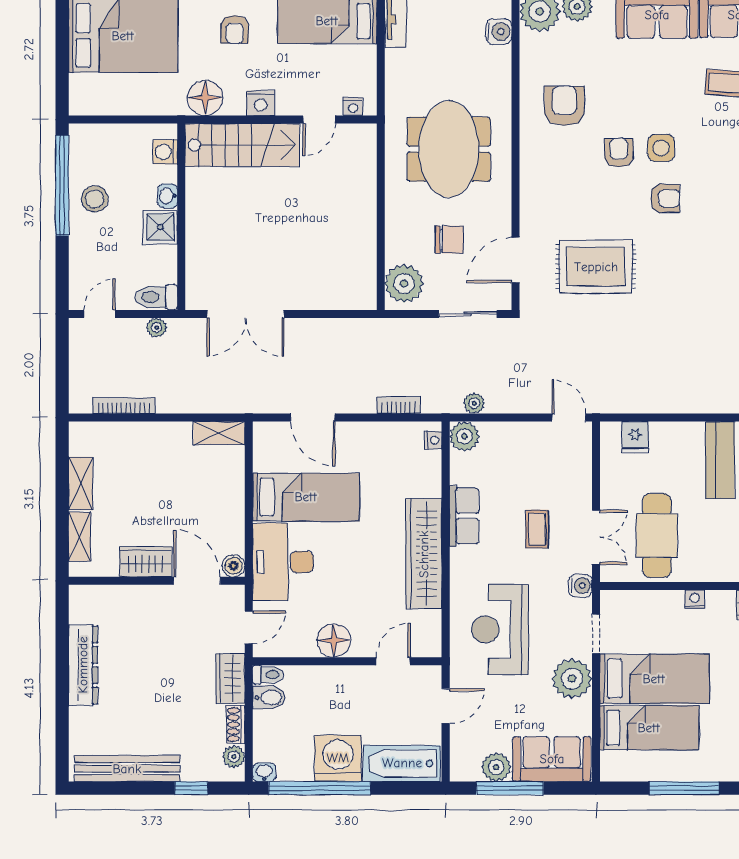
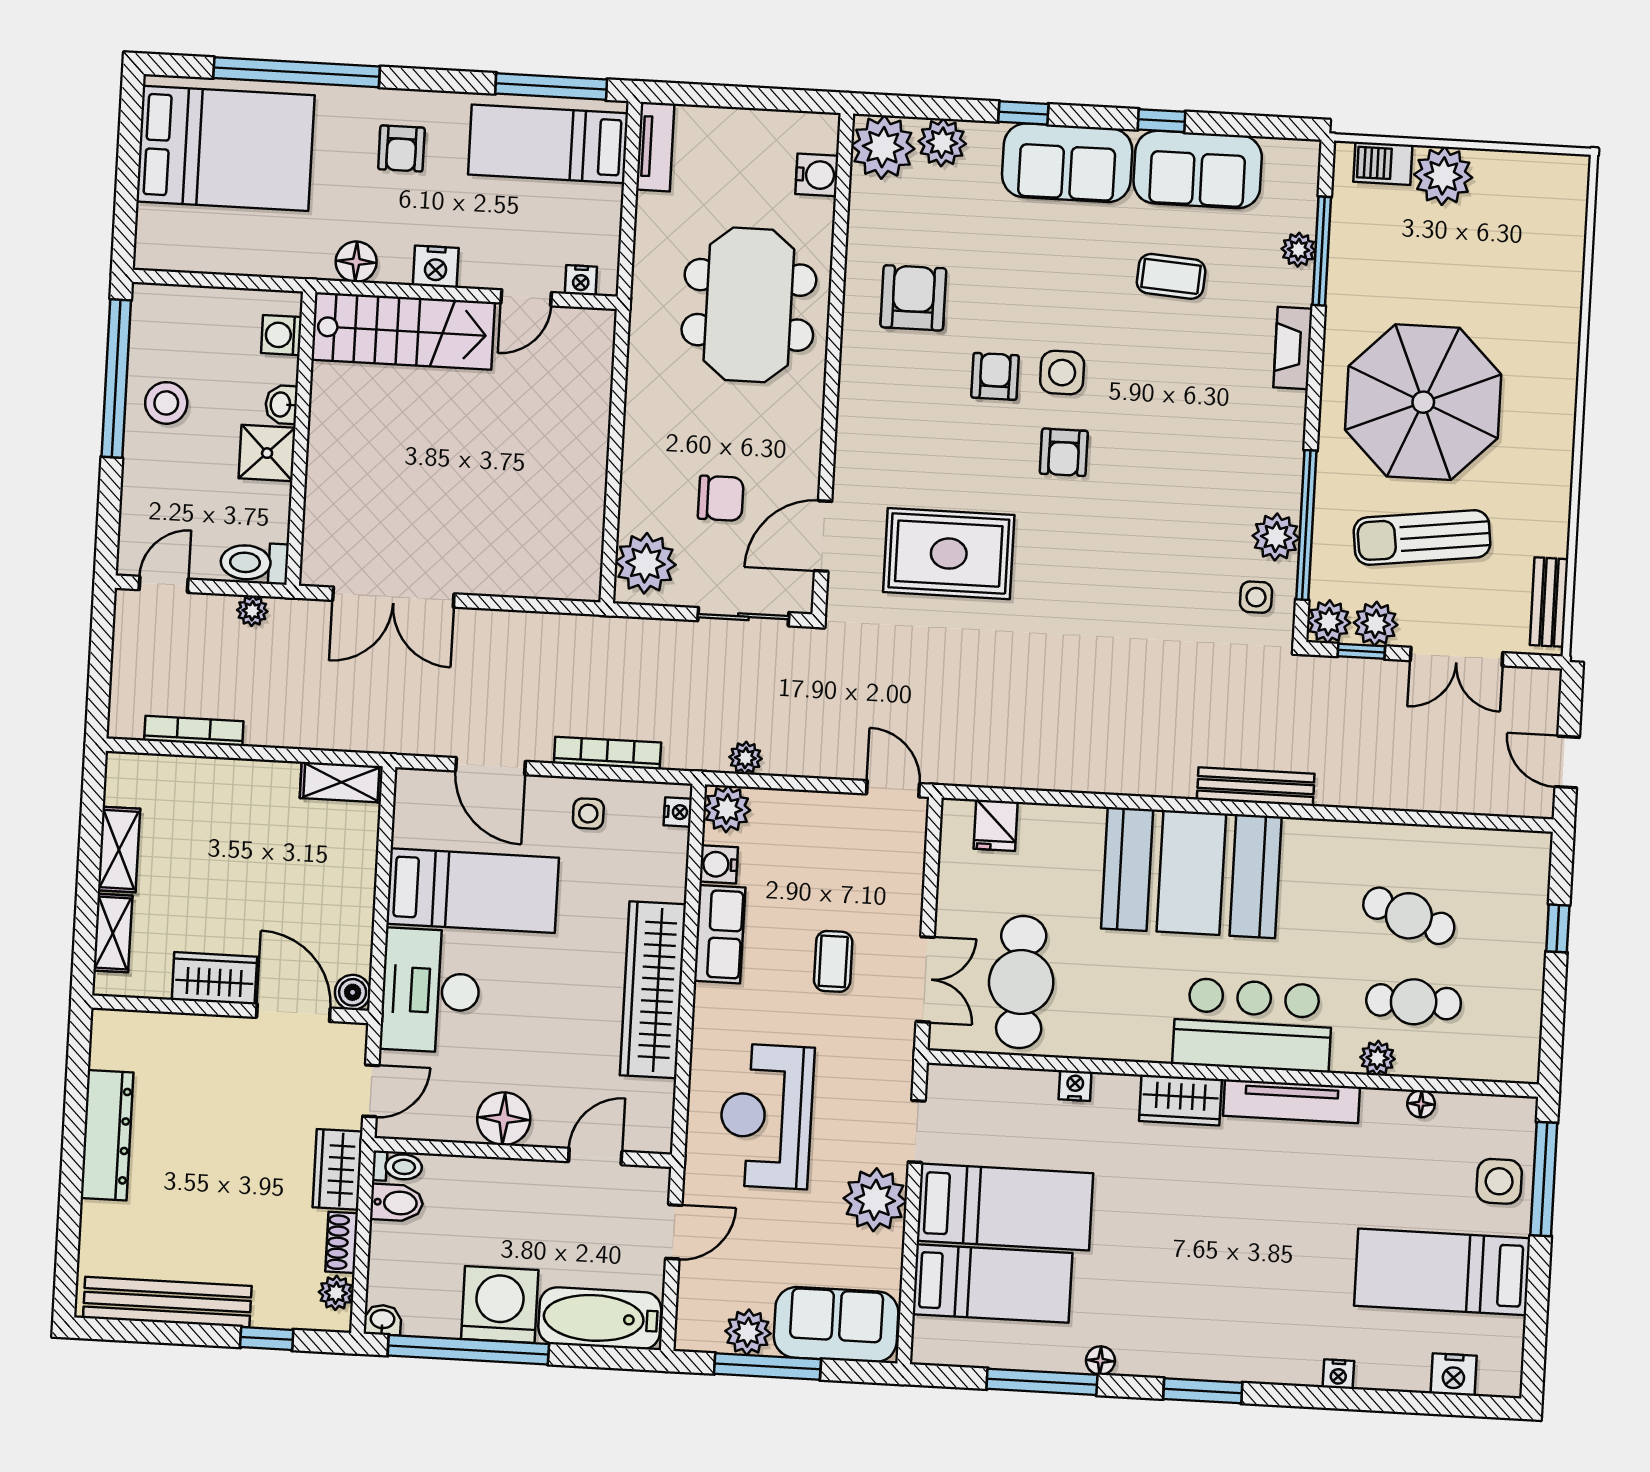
floor lamp: (205, 98) -> (356, 262), width x0.73, depth x0.73
meeting table: (449, 149) -> (749, 305), moved
armchair: (665, 198) -> (1064, 452), turned 90
bookcase: (399, 405) -> (607, 753), width x1.56
side table: (377, 444) -> (588, 814), added
water cooler: (580, 586) -> (719, 864), moved, turned 180
floor lamp: (720, 773) -> (1100, 1361), added

